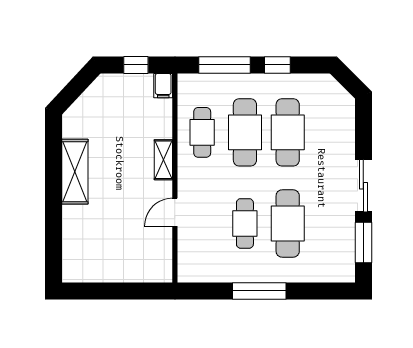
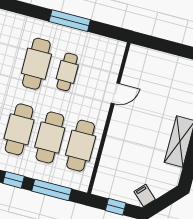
filing cabinet: (163, 86) -> (145, 196), moved, turned -47
cafe table: (202, 132) -> (81, 146), width x1.37, depth x1.35
shelving: (163, 160) -> (114, 133), removed

